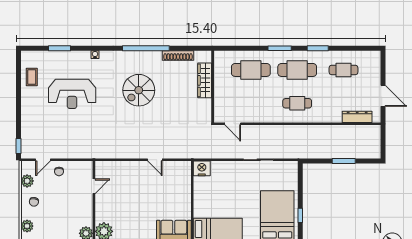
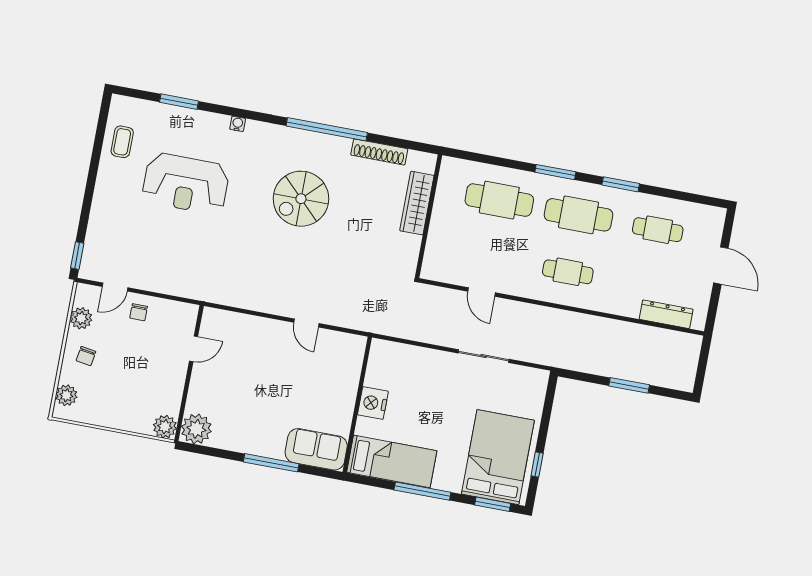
door: (383, 96) -> (721, 266), moved
door: (233, 124) -> (482, 292), moved
nightstand: (202, 168) -> (373, 403), moved, turned -90

